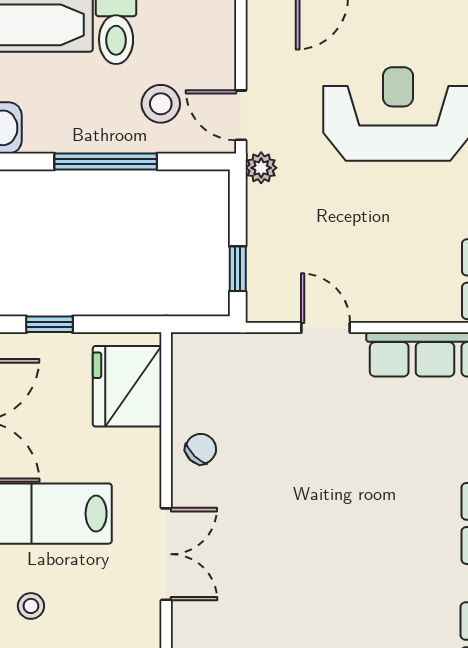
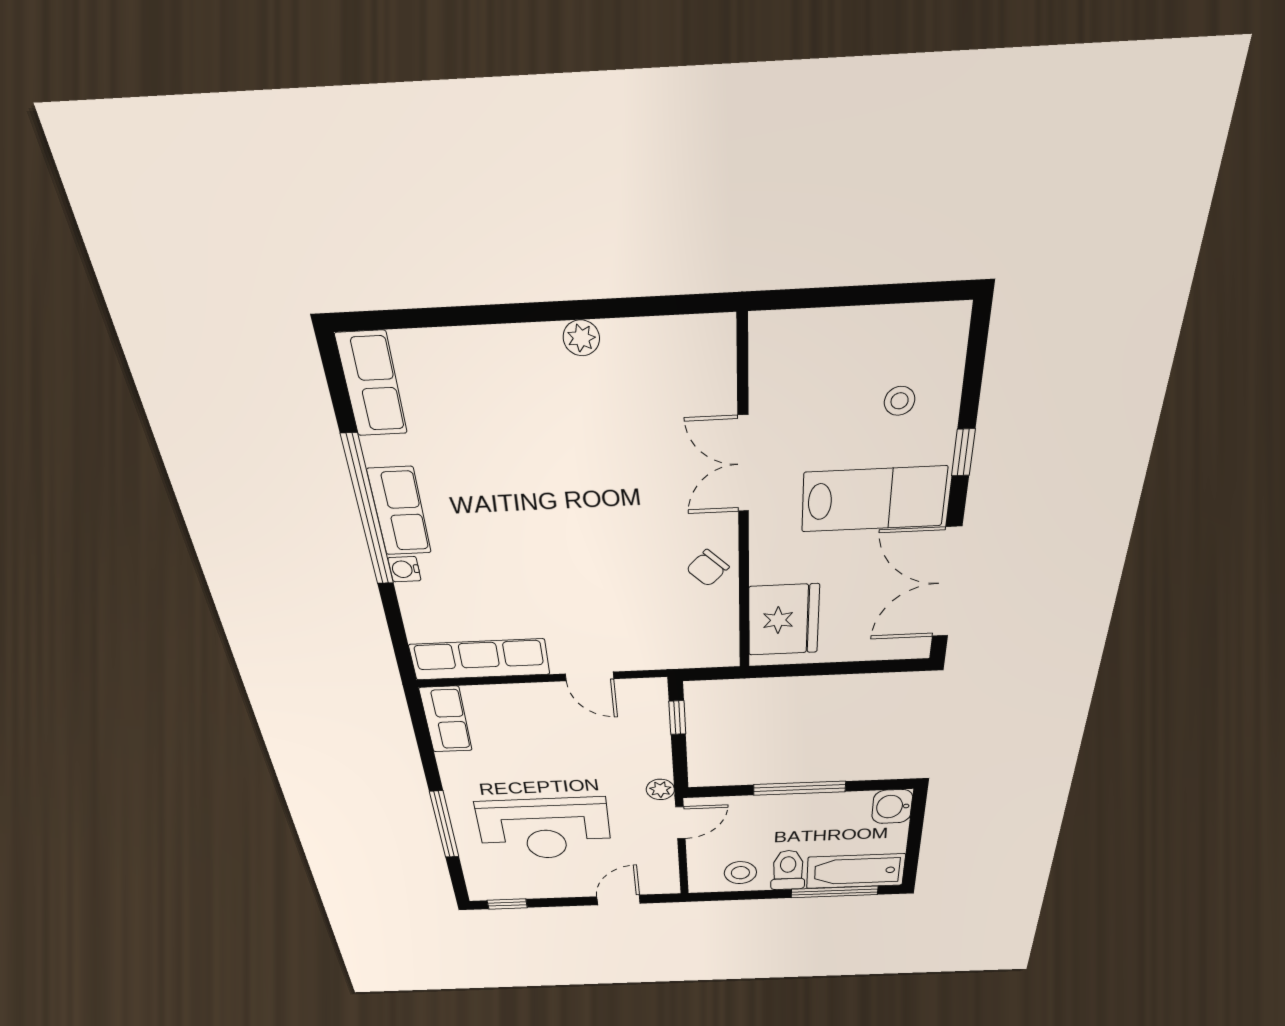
stool: (161, 104) -> (740, 873), moved
door: (241, 115) -> (680, 823), hinge flipped
window: (50, 324) -> (859, 667), removed

